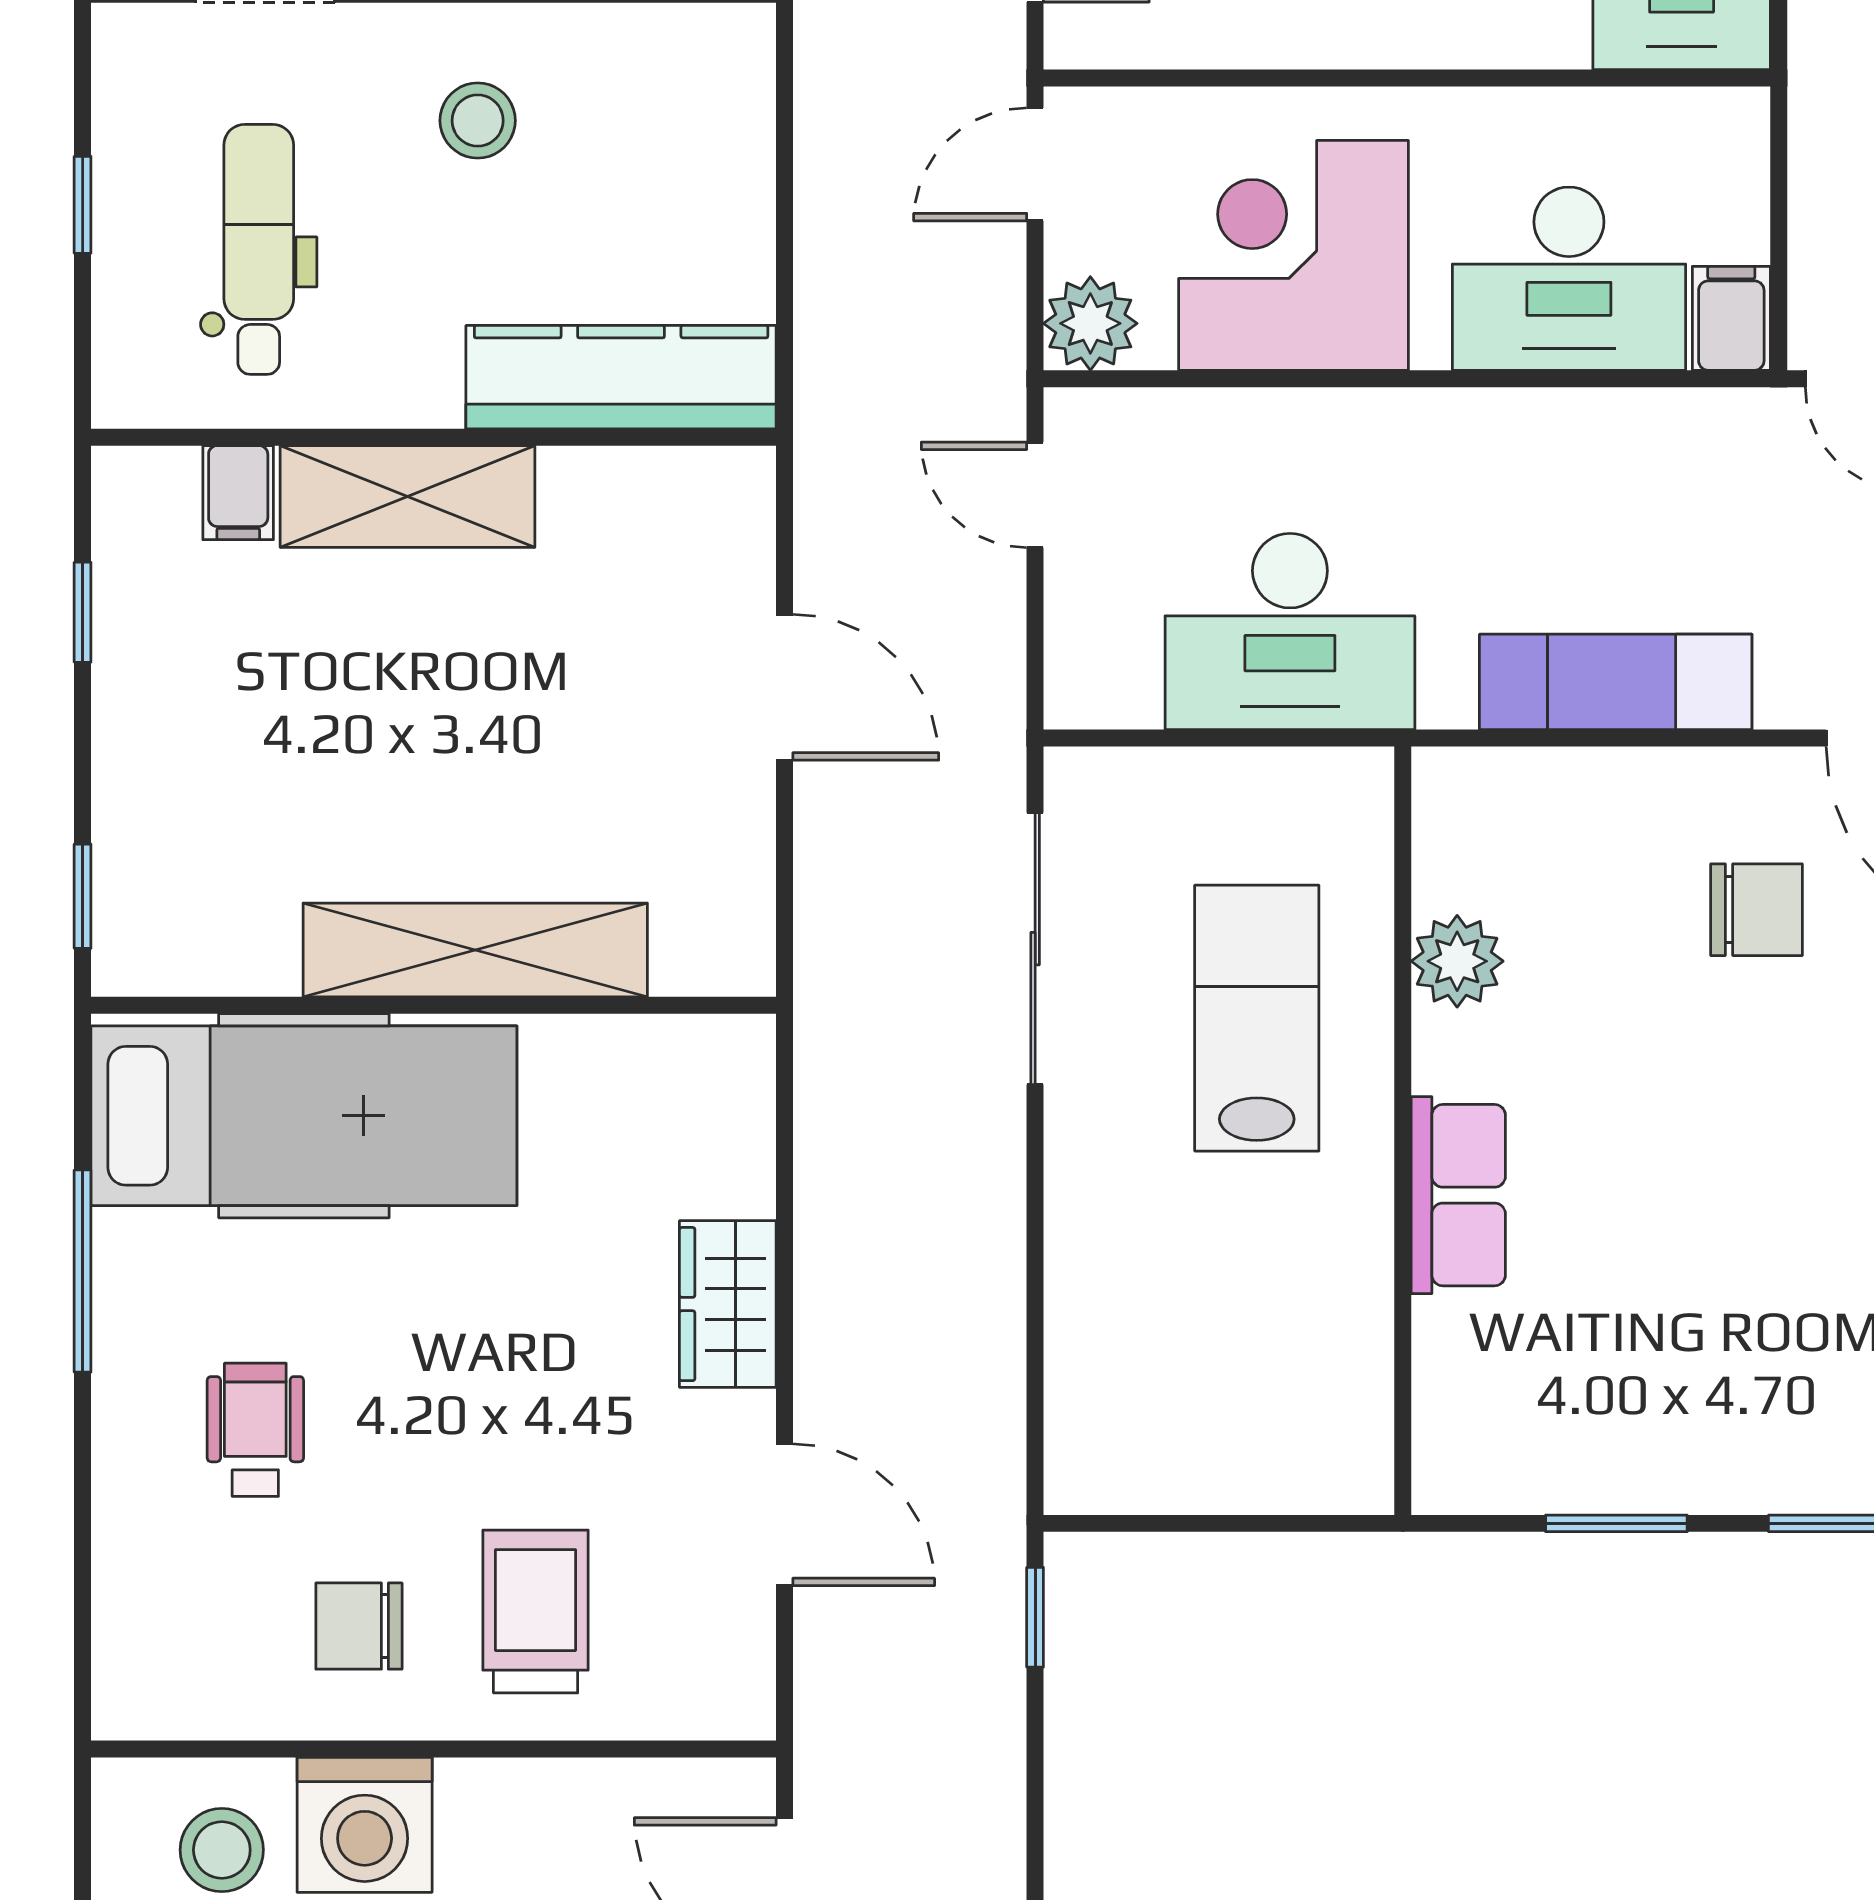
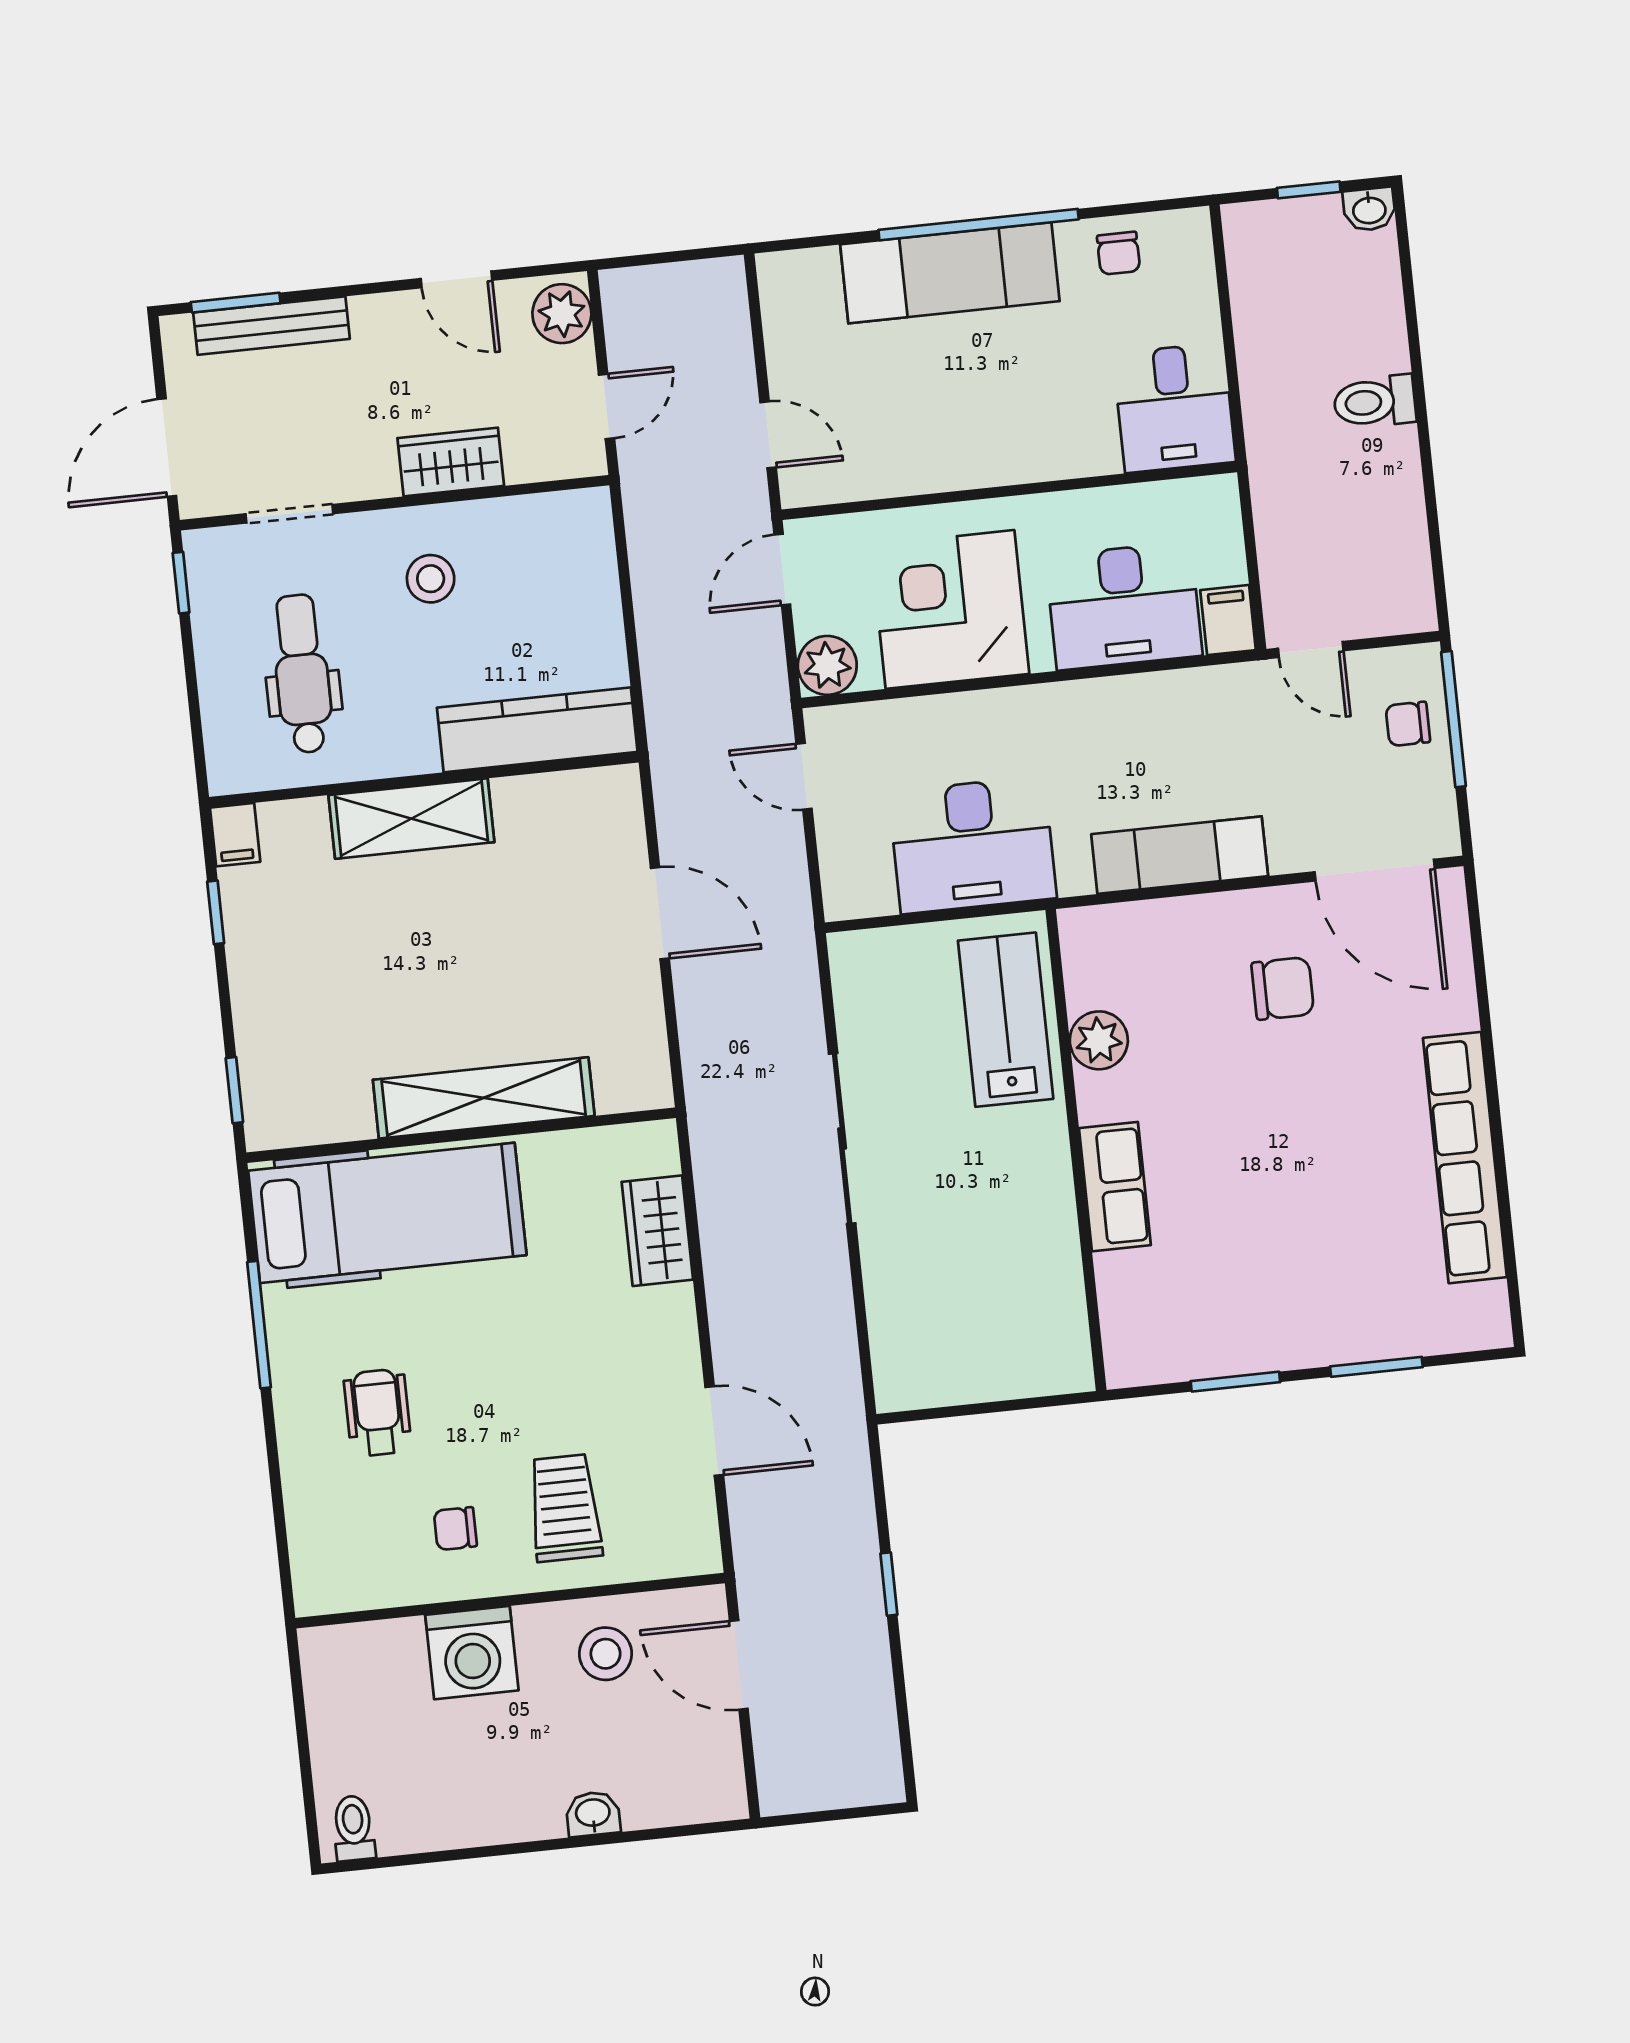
window: (83, 205) -> (181, 583), moved
filing cabinet: (238, 493) -> (235, 835), moved
sliding door: (1035, 949) -> (842, 1139), moved
lab bench: (1257, 1018) -> (1006, 1020), moved
wardrobe: (728, 1304) -> (657, 1231), moved
window: (1035, 1617) -> (889, 1584), moved
chair: (359, 1626) -> (455, 1529), width x0.73, depth x0.73
stool: (222, 1850) -> (605, 1654), moved

